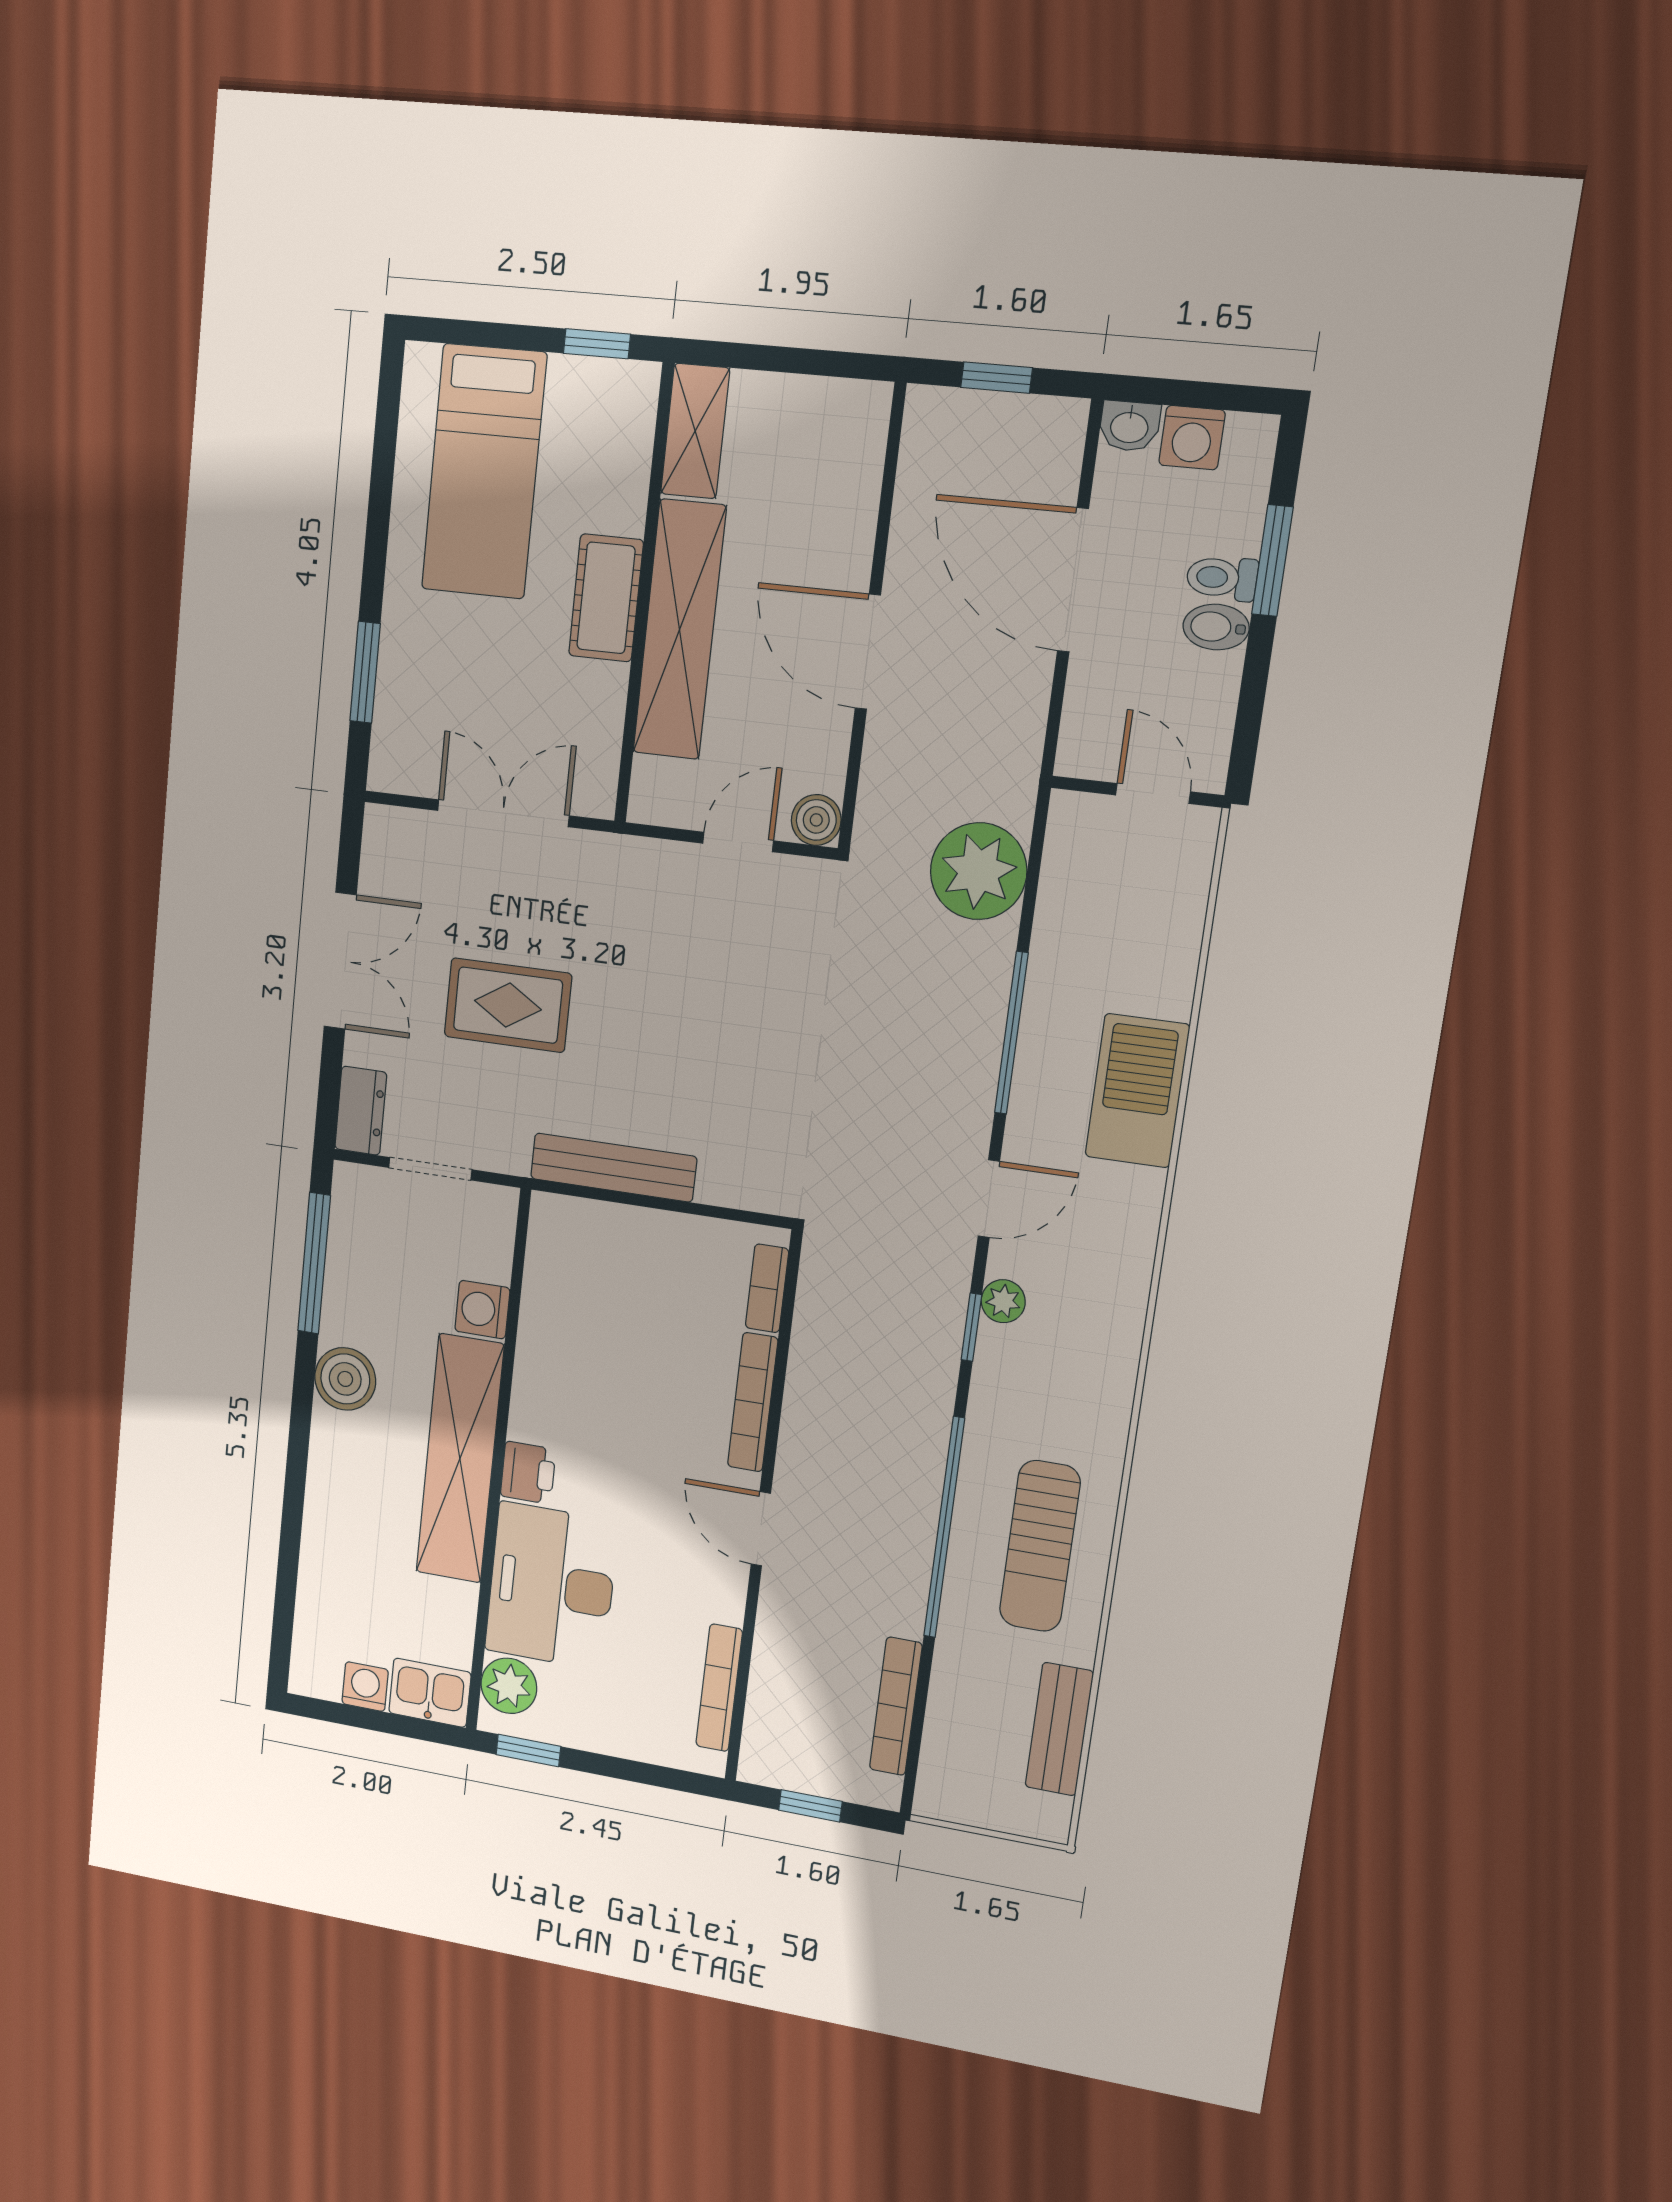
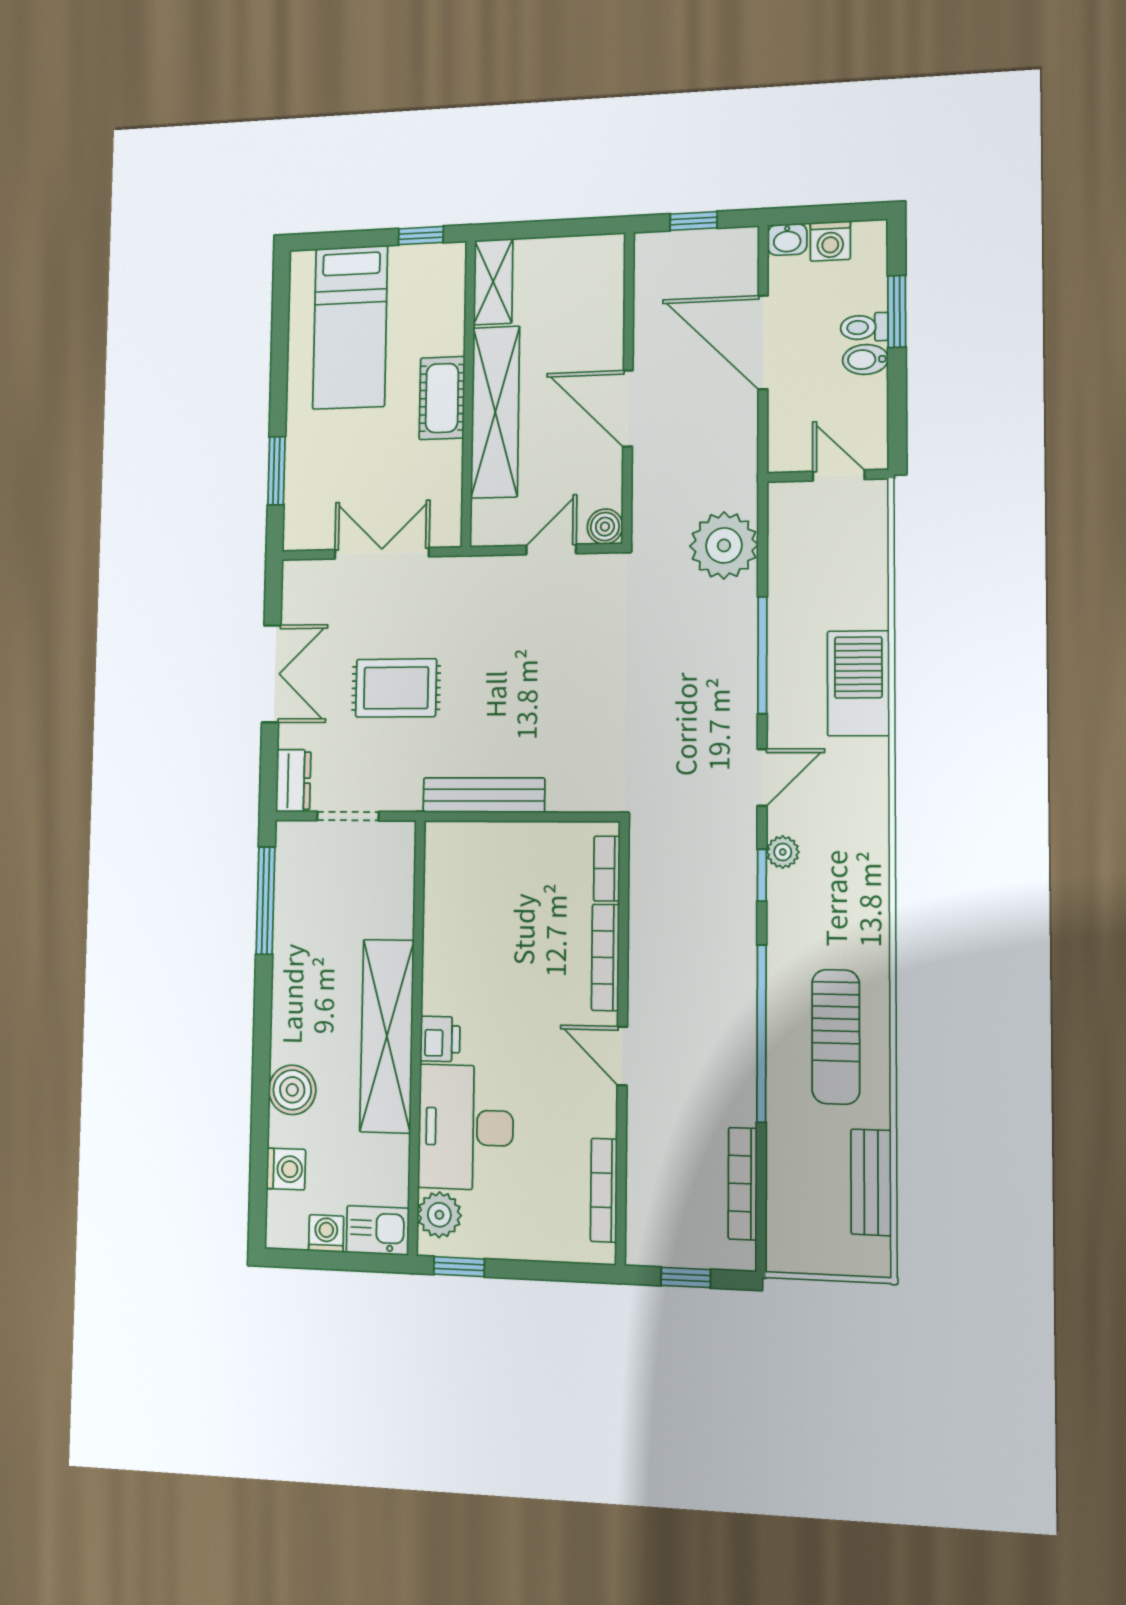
washing machine: (482, 1310) -> (286, 1169), moved, turned 180
boiler: (345, 1379) -> (292, 1090), moved

